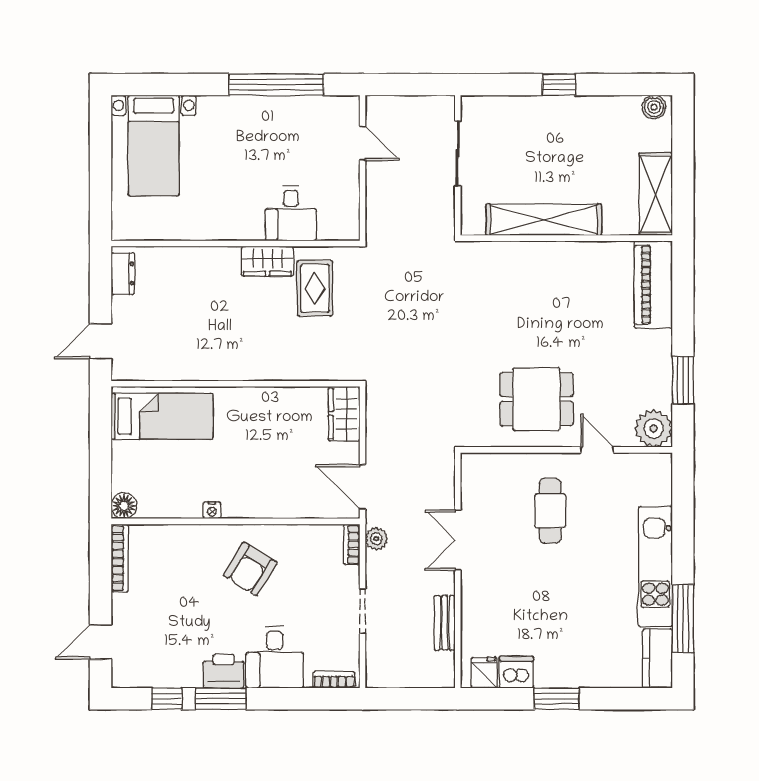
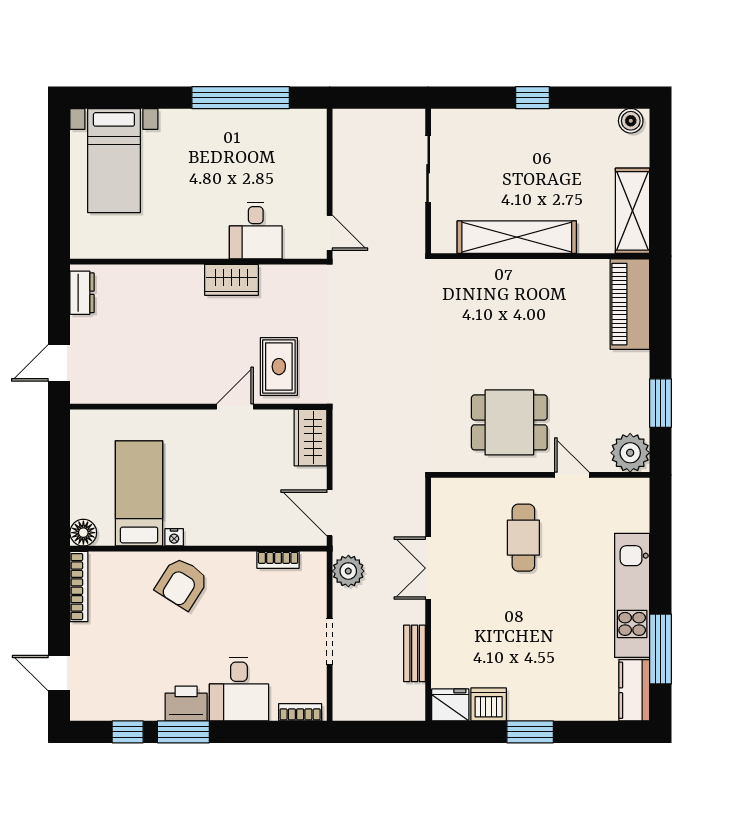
door: (363, 143) -> (330, 233), moved
rug: (315, 288) -> (279, 367), moved
door: (271, 384) -> (235, 407), added
bed: (162, 416) -> (139, 493), moved, turned -90
plant: (376, 539) -> (348, 571), width x1.38, depth x1.38
bookcase: (352, 544) -> (278, 560), moved, turned -90
armchair: (250, 569) -> (182, 583), moved
door: (100, 642) -> (59, 673), hinge flipped
fridge: (484, 673) -> (450, 705), width x1.38

